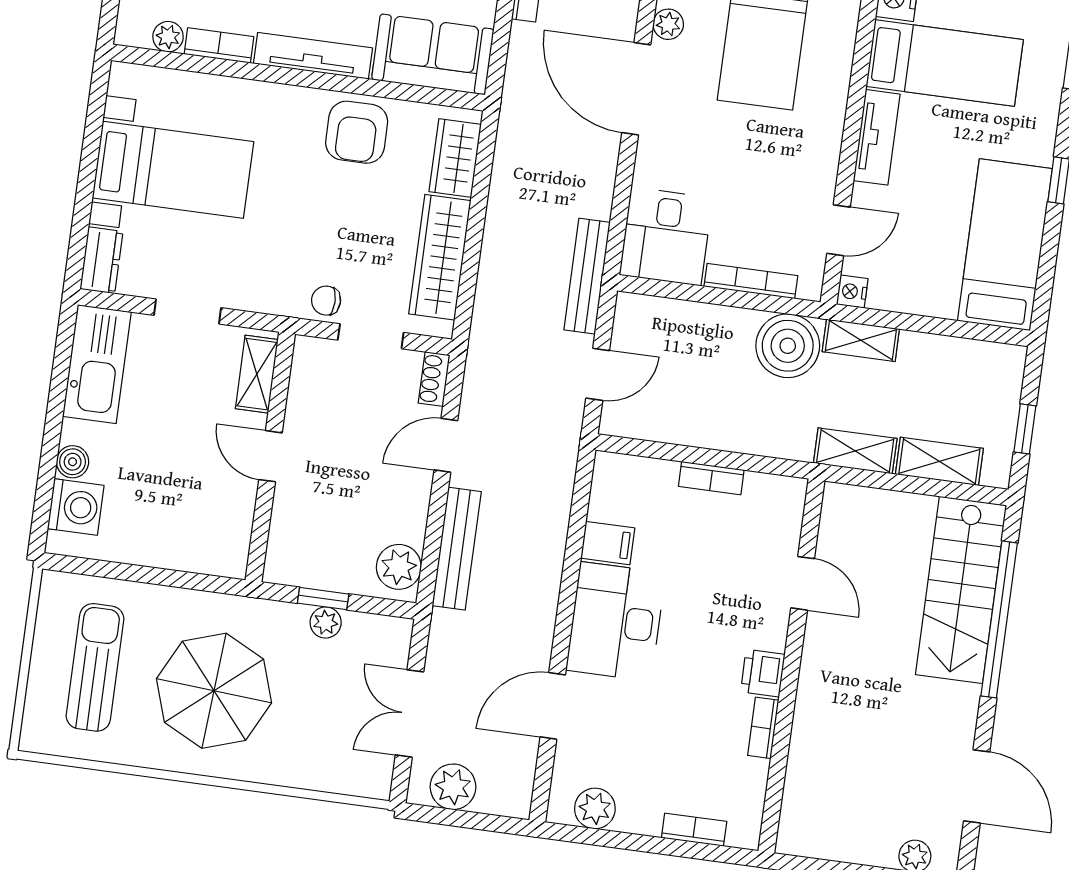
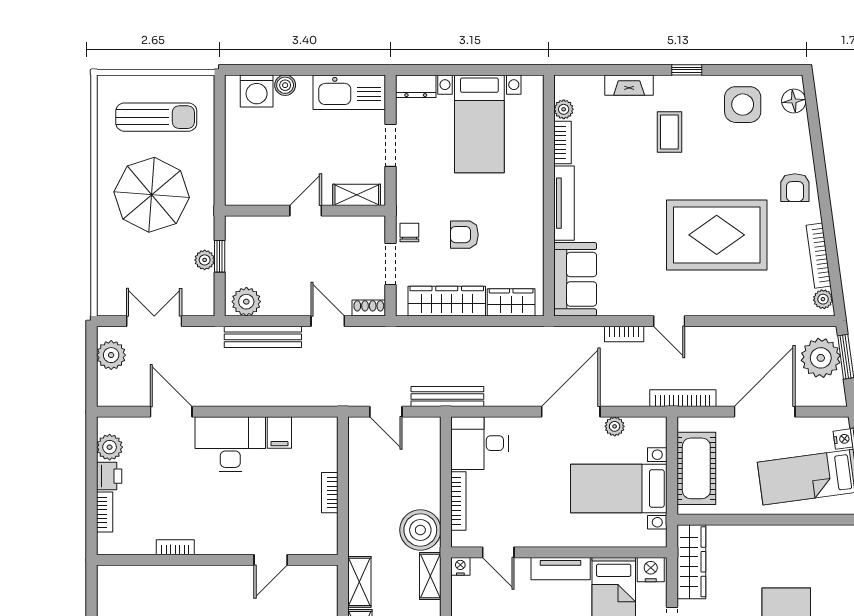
armchair: (357, 132) -> (464, 235), moved, width x0.72, depth x0.72
printer: (763, 673) -> (109, 476), moved, turned 90

